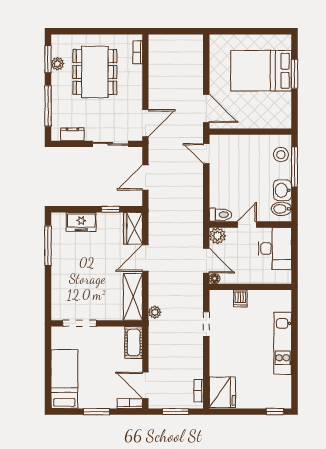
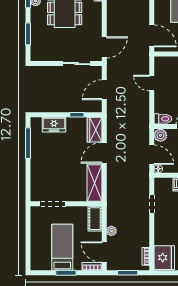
window: (48, 106) -> (28, 34), width x0.69
dresser: (72, 134) -> (47, 56), removed
door: (206, 154) -> (152, 83), moved
plant: (155, 312) -> (111, 231), moved
bed: (64, 379) -> (62, 247), moved

